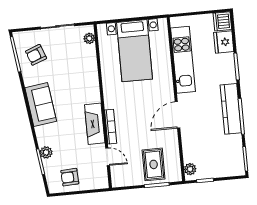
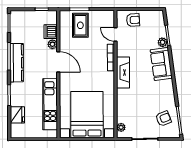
dishwasher: (222, 21) -> (51, 32), moved, turned 180
bed with nightstands: (134, 51) -> (87, 115), width x1.36
sofa: (41, 105) -> (161, 64), moved
door: (177, 115) -> (58, 62), hinge flipped
fireplace: (95, 124) -> (123, 72), moved
plant: (190, 169) -> (52, 44), moved
armchair: (70, 177) -> (133, 20), moved

